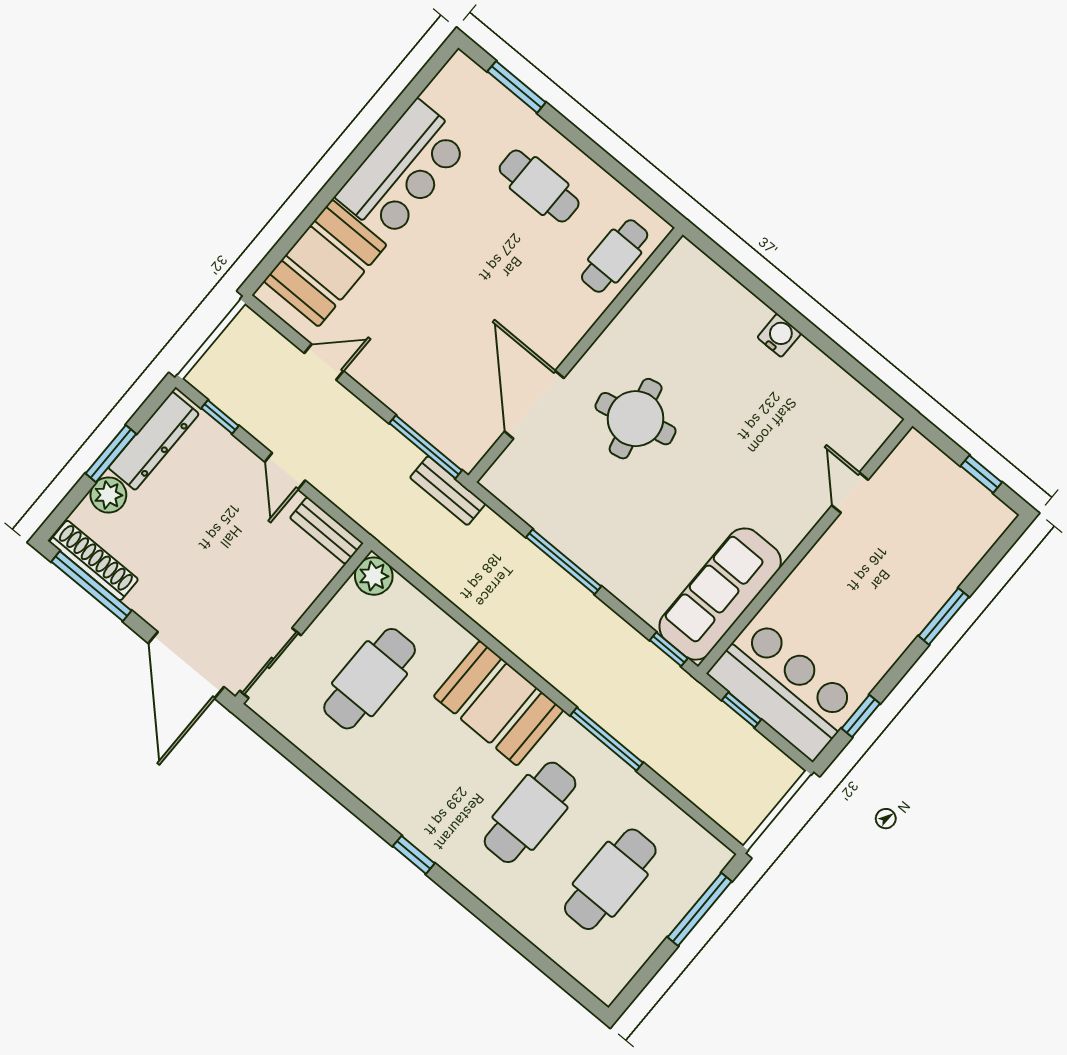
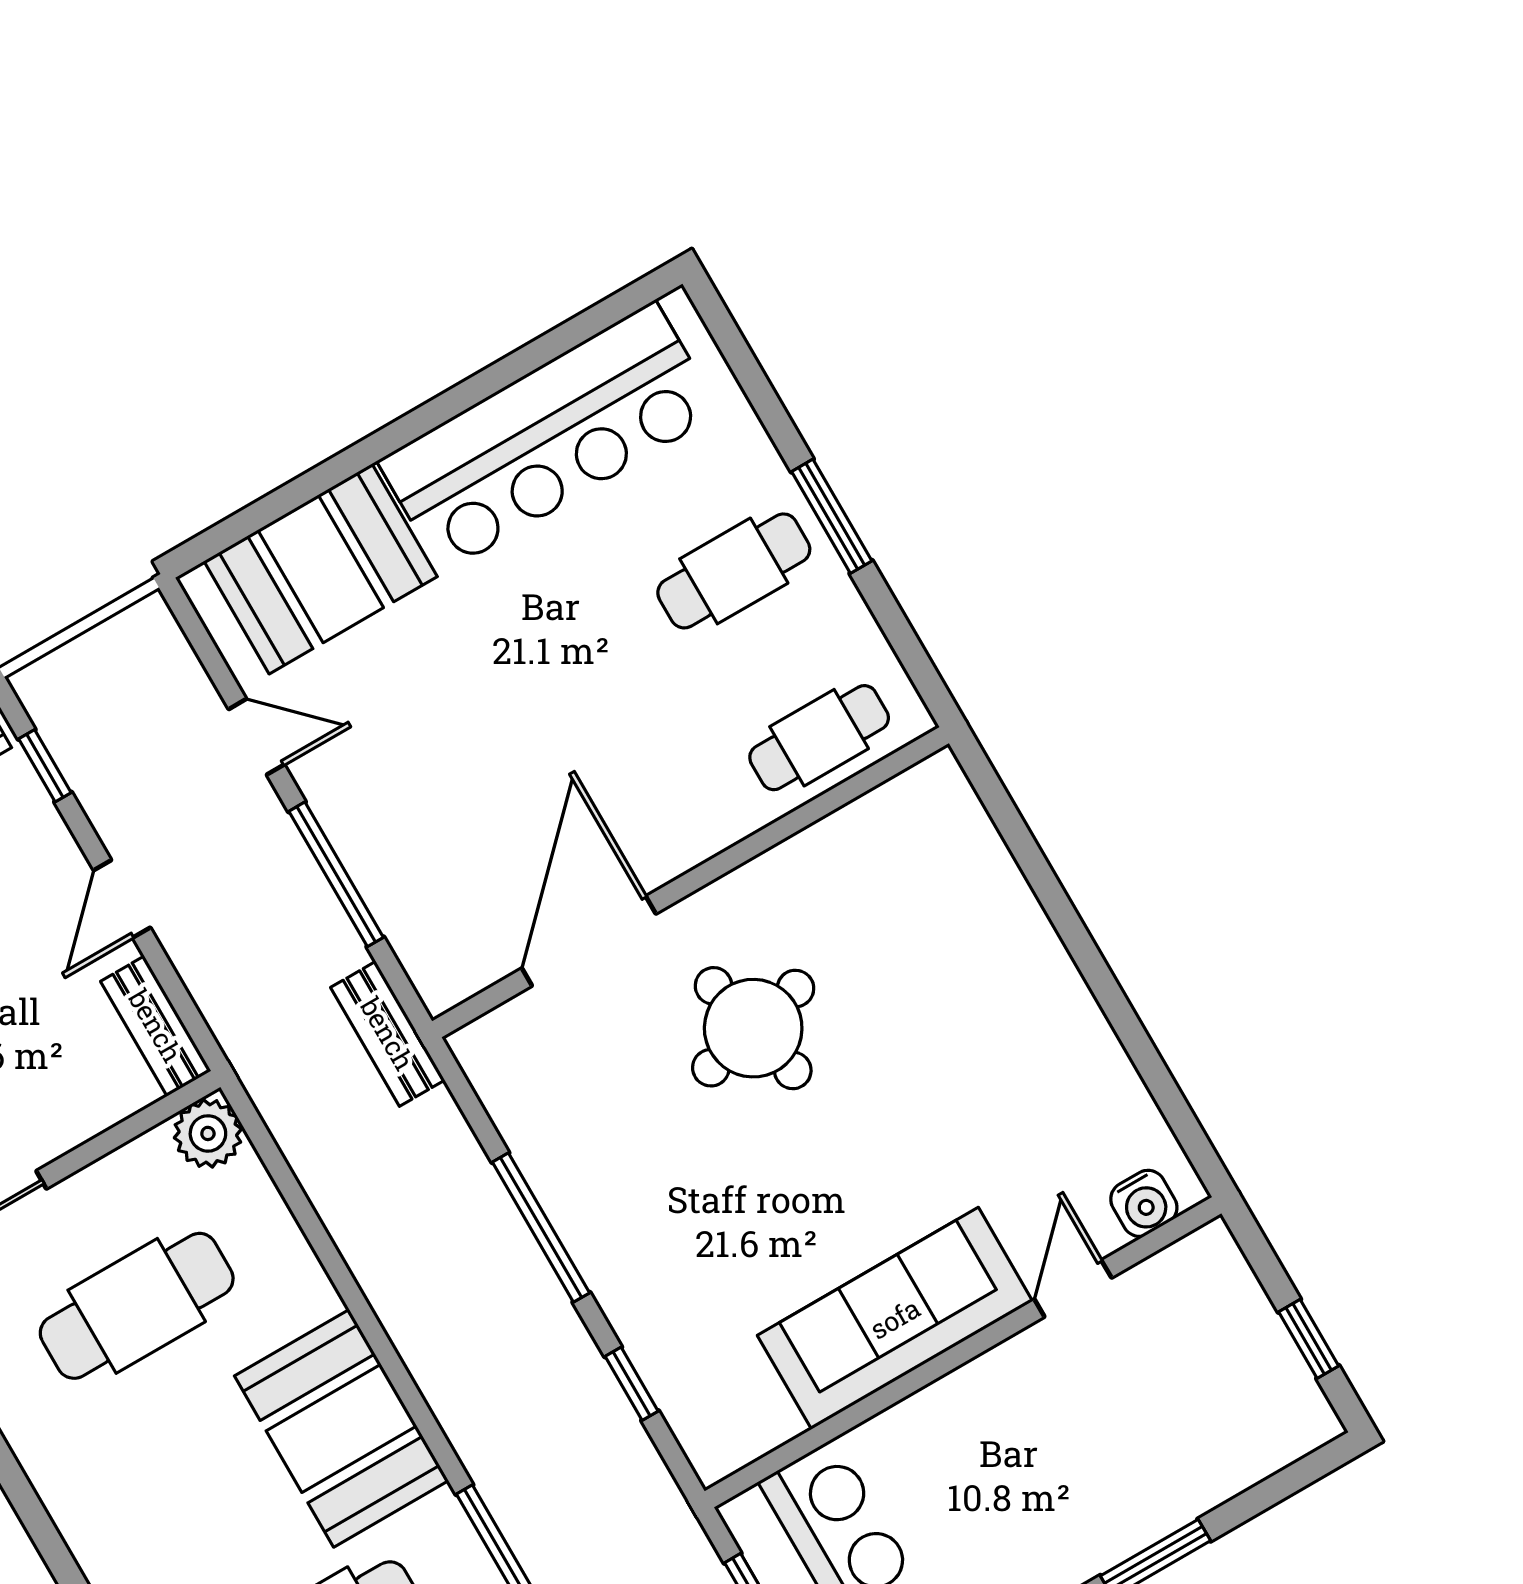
window: (517, 87) -> (832, 516), moved
bar counter: (403, 170) -> (549, 437), width x1.36
cafe table: (539, 186) -> (734, 571), turned 90
water cooler: (779, 335) -> (1144, 1203), moved, turned 90
window: (426, 447) -> (336, 874), moved
sofa: (720, 594) -> (895, 1318), moved
window: (669, 649) -> (632, 1384), moved

